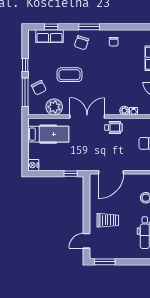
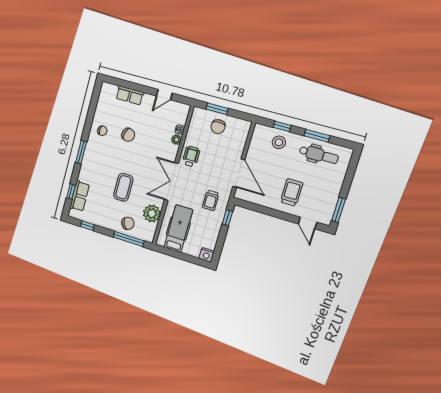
chair: (82, 43) -> (128, 135), moved
window: (25, 65) -> (87, 226), moved
trolley: (81, 155) -> (211, 200), added

